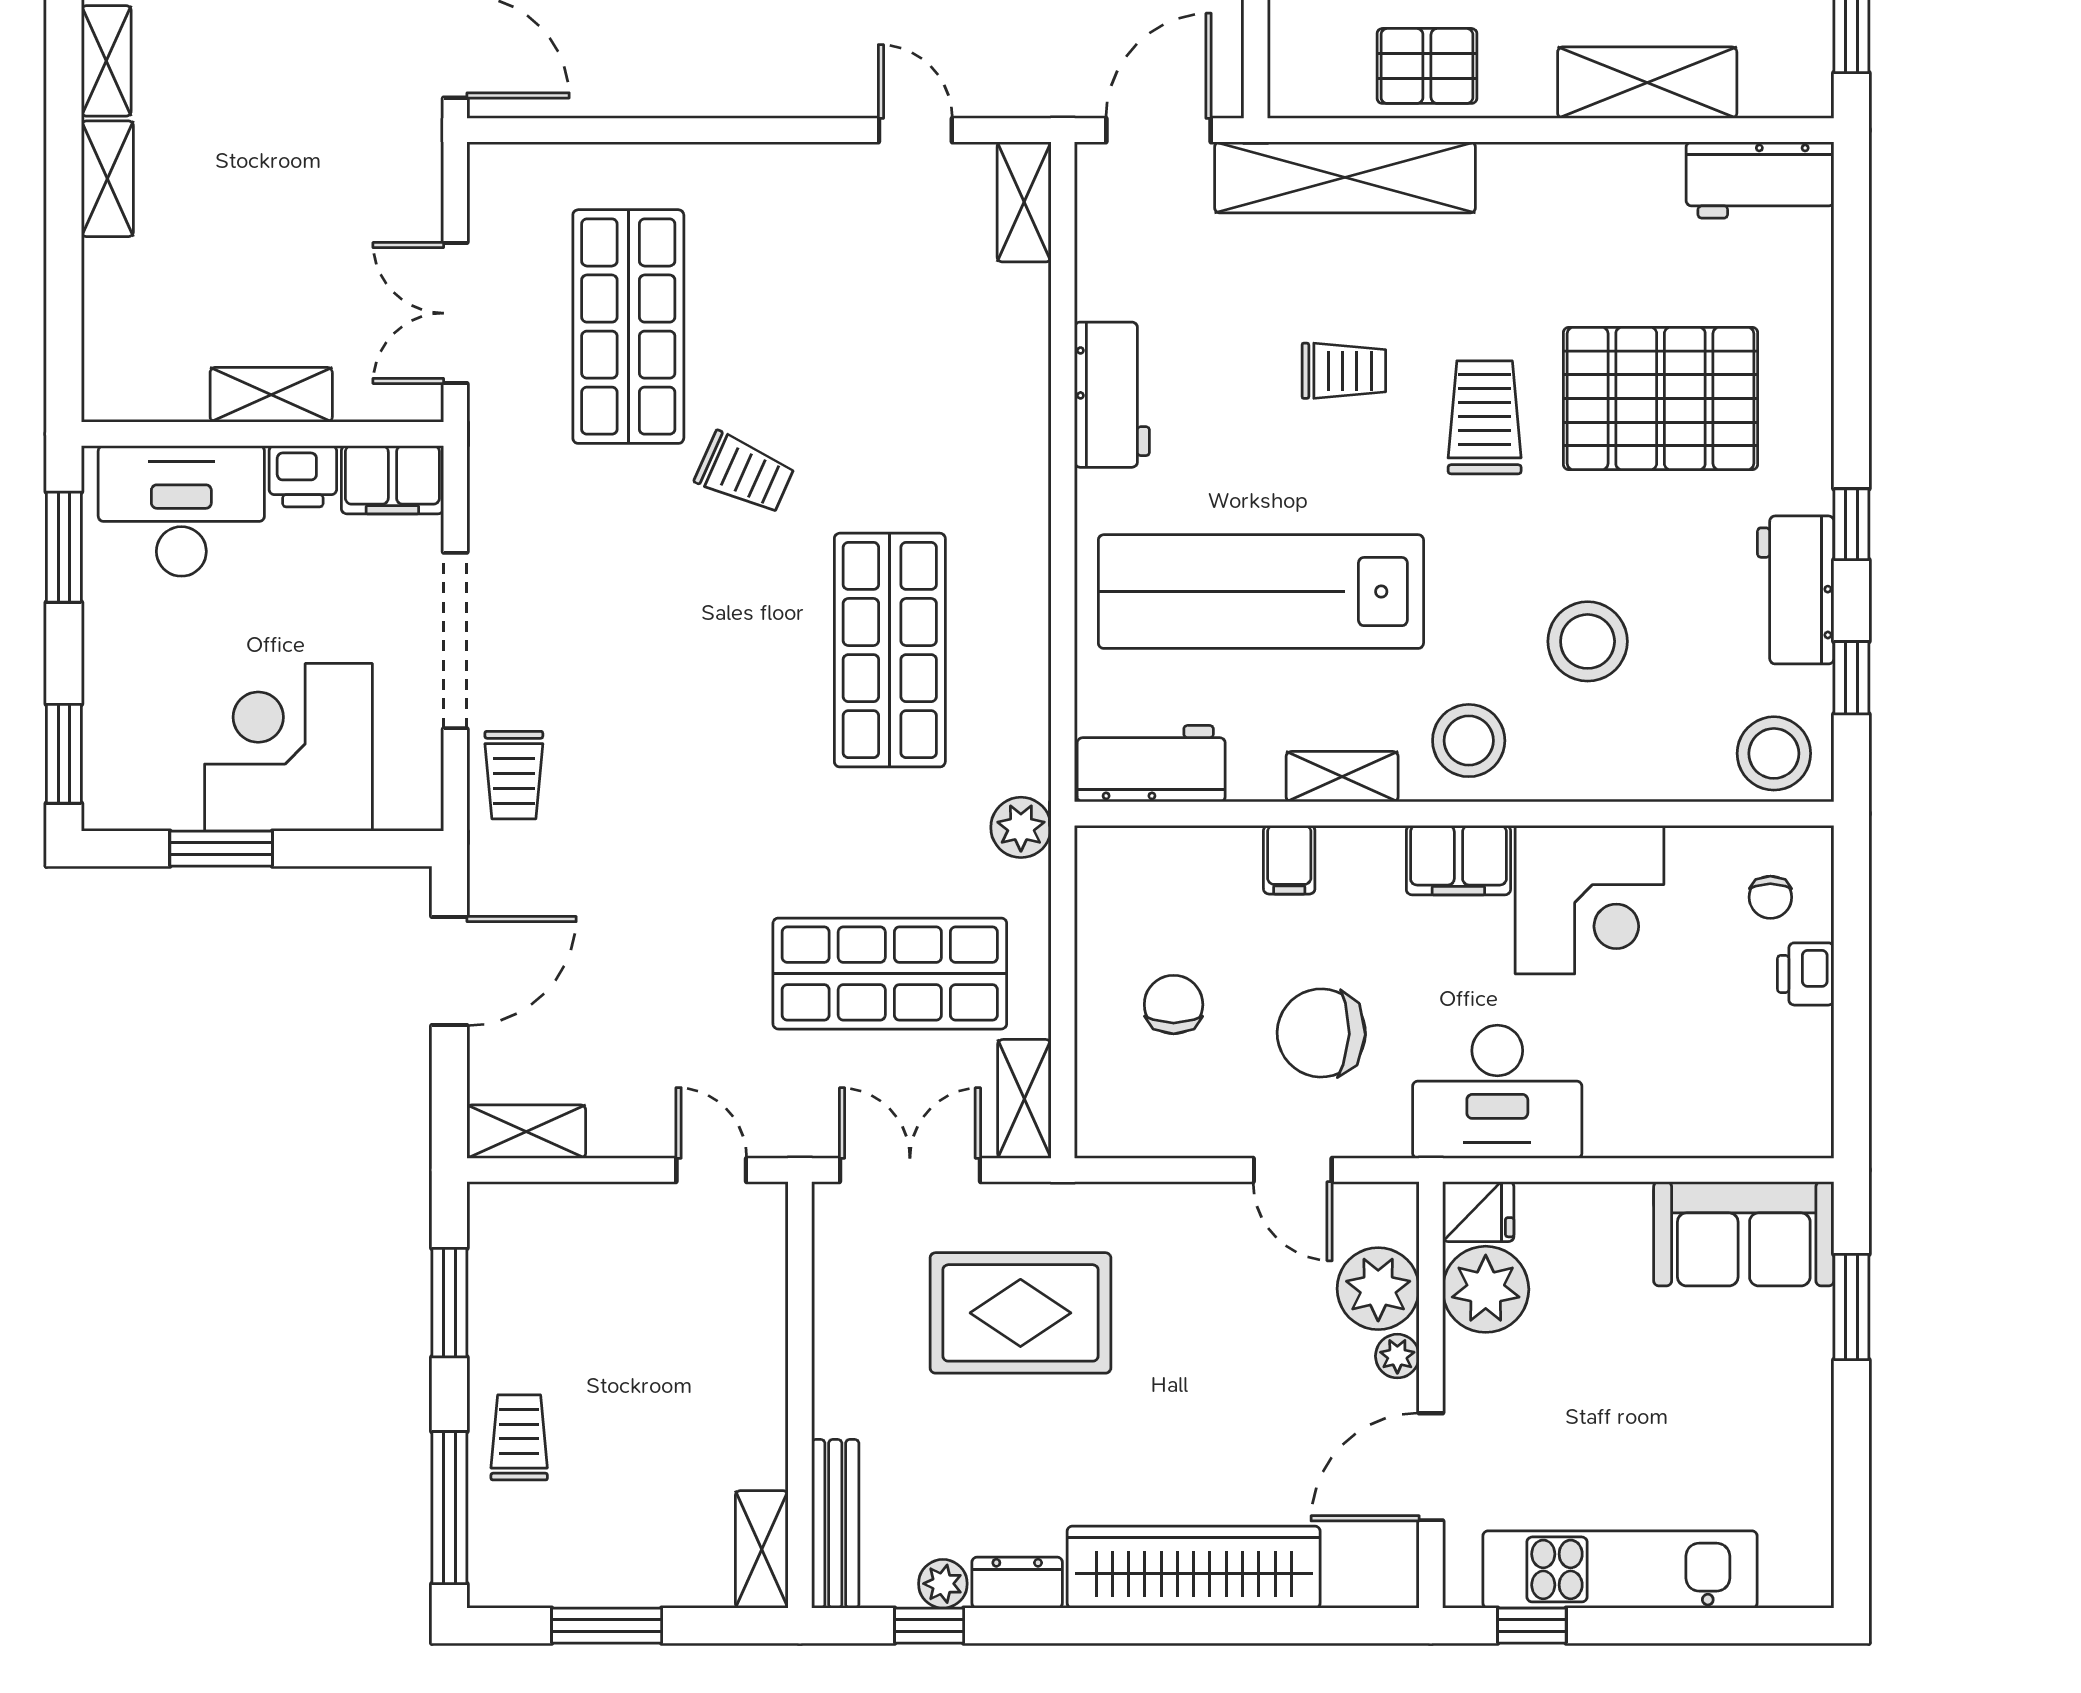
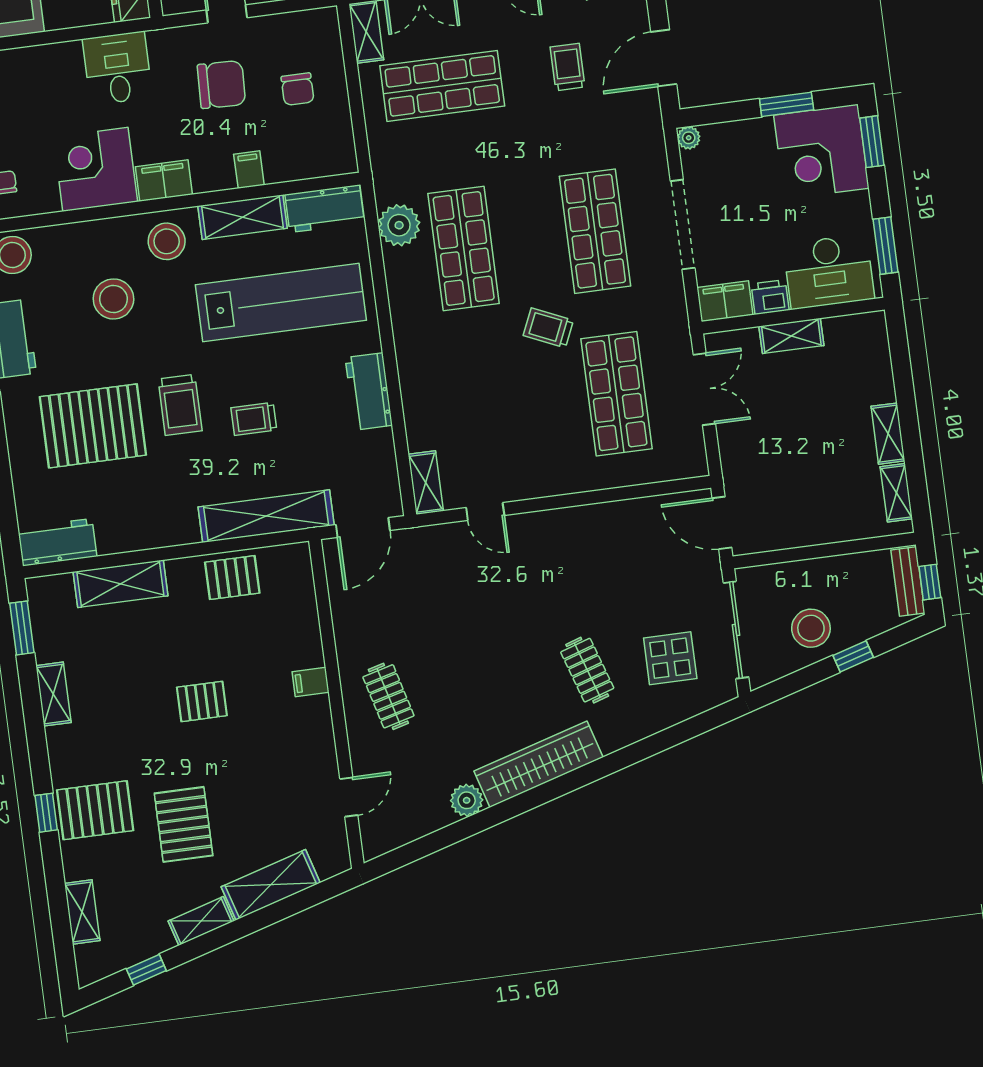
shop shelf: (628, 650) -> (595, 231), added
corner desk: (288, 747) -> (821, 152), moved, turned 90
trolley: (514, 775) -> (568, 67), moved
shelving: (1342, 777) -> (243, 217), width x1.50, depth x1.33
plant: (421, 809) -> (689, 138), added
plant: (1021, 827) -> (399, 225), moved, width x1.36, depth x1.36
desk: (1497, 1092) -> (117, 68), width x0.73

